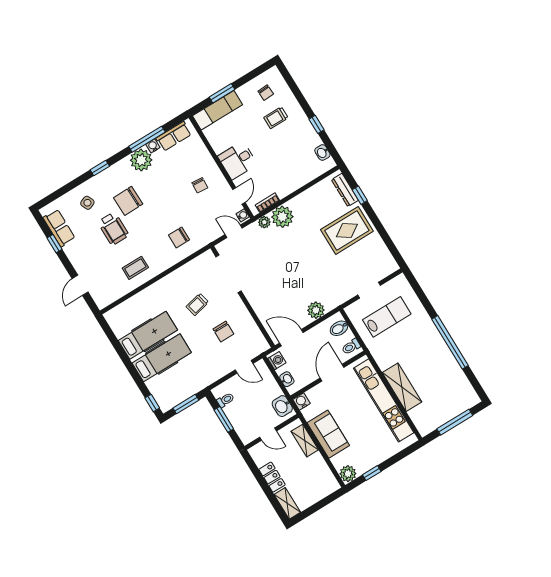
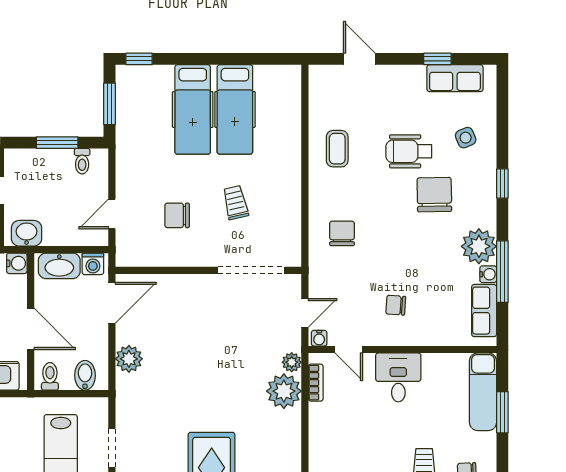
washbasin: (287, 379) -> (59, 266), width x1.91, depth x1.45

